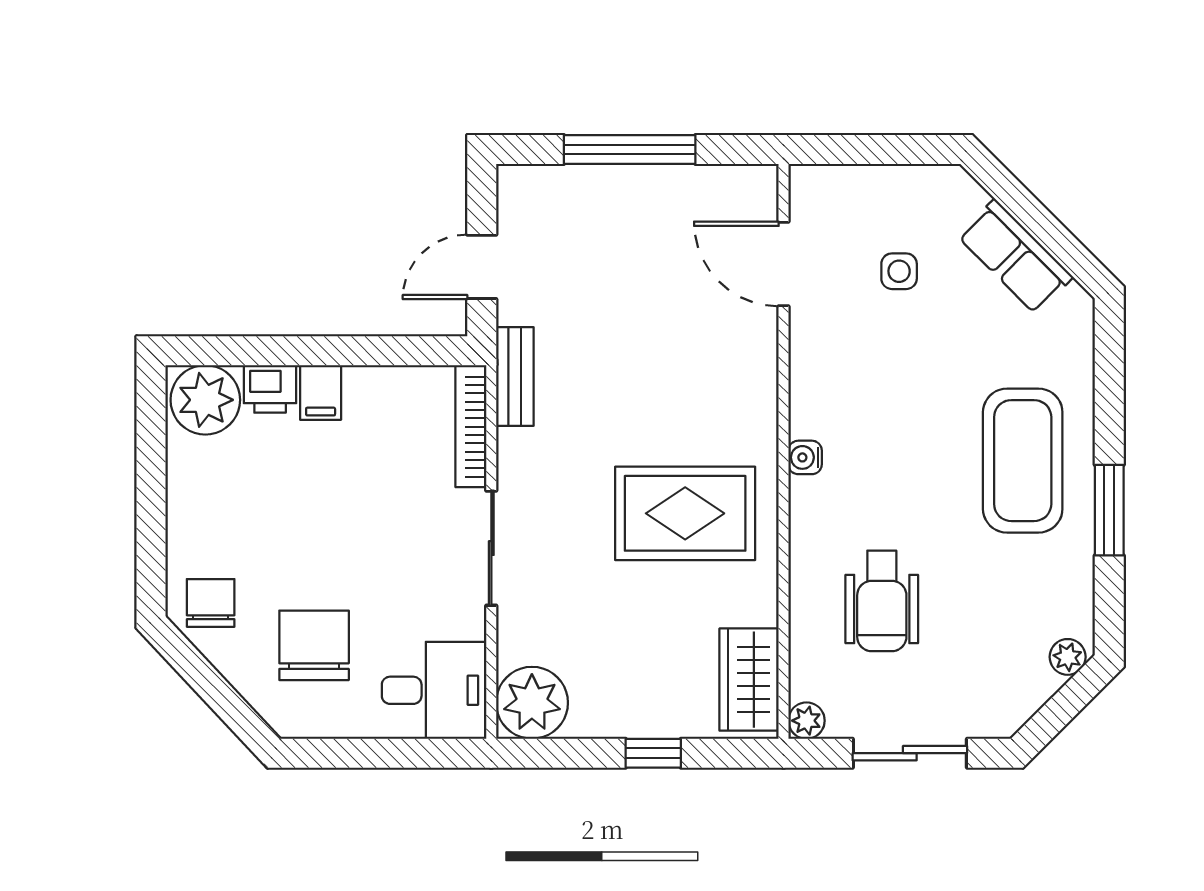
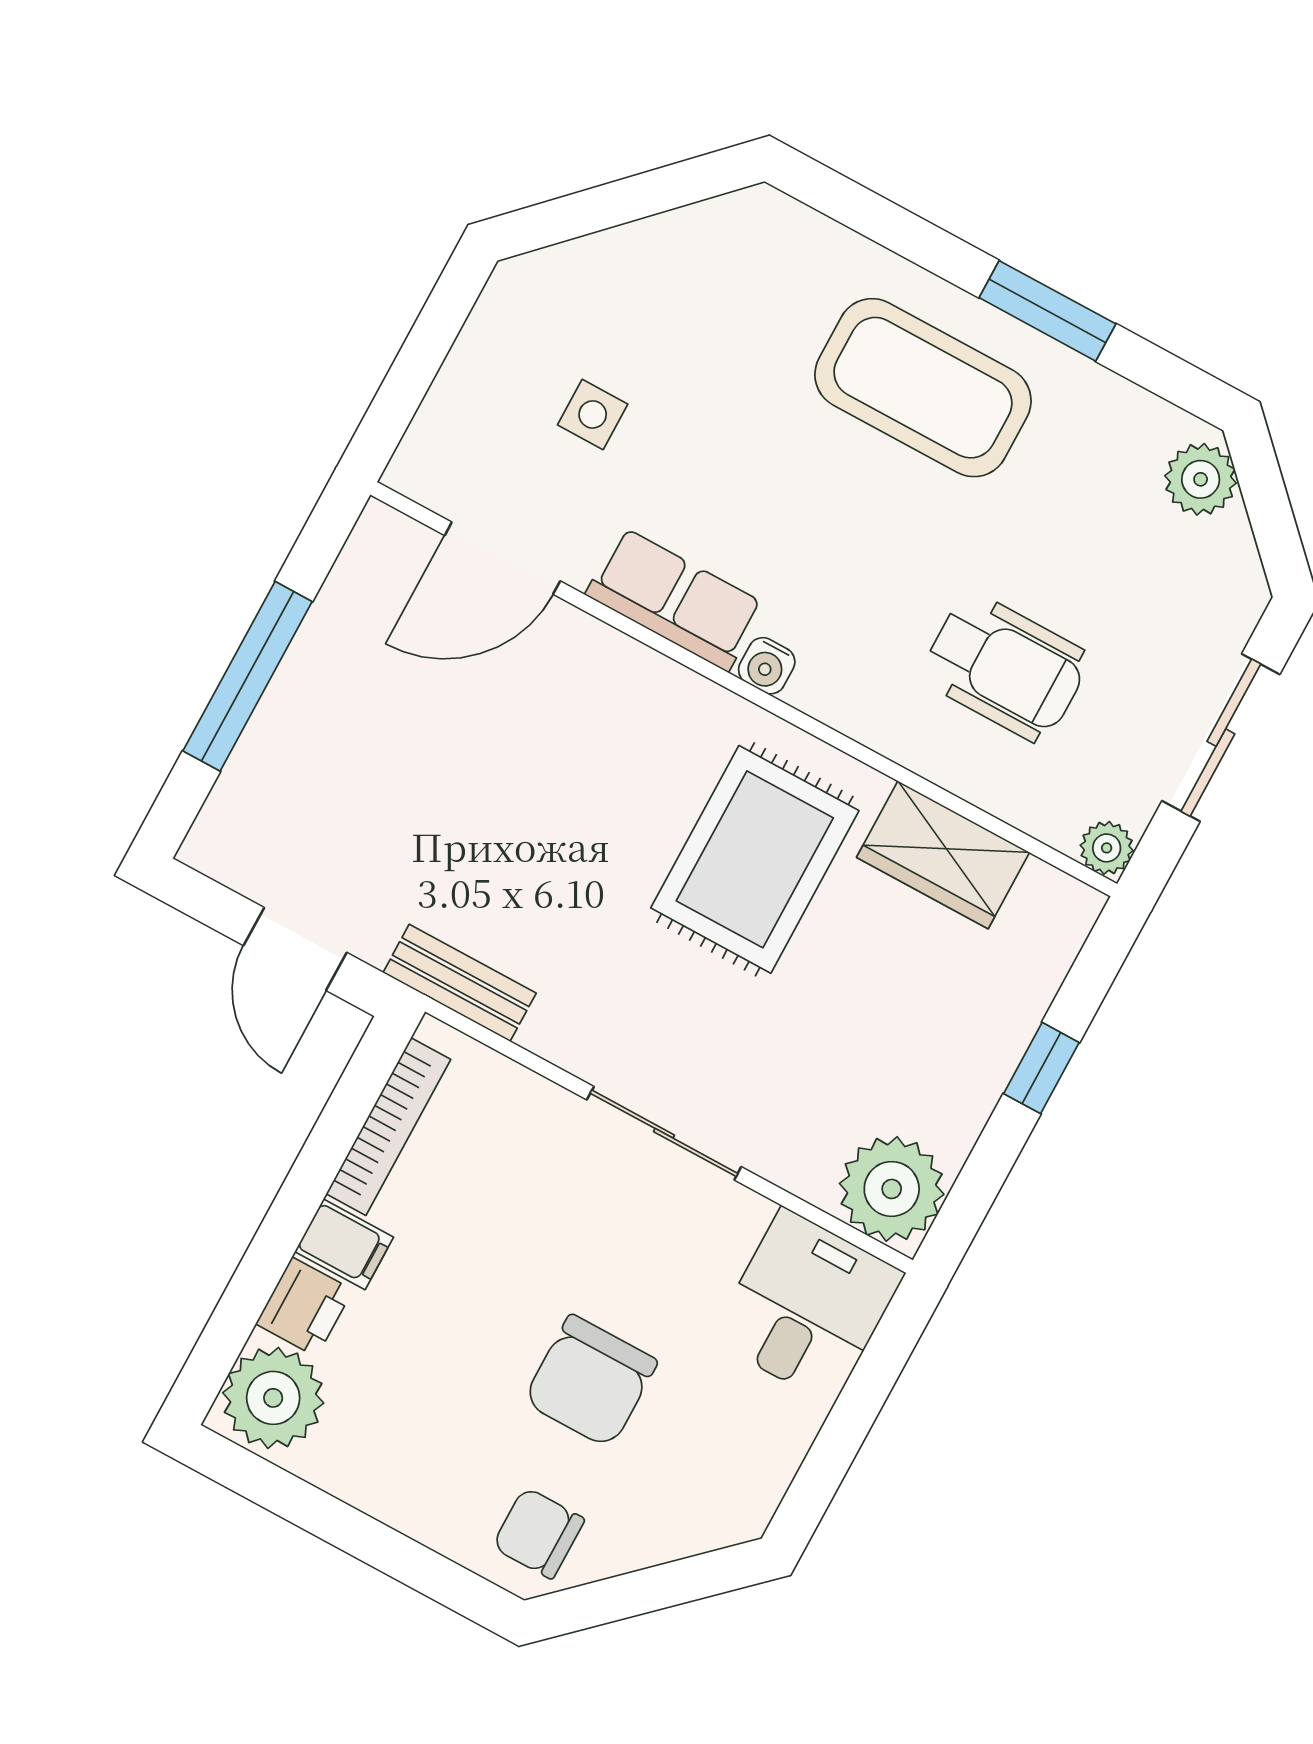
row of seats: (1015, 257) -> (675, 599), moved, turned -135
bookcase: (471, 427) -> (388, 1127), moved, turned -90
chair: (314, 645) -> (590, 1381), moved, turned -90
plant: (1068, 657) -> (1201, 479), width x1.38, depth x1.38
wardrobe: (749, 680) -> (943, 855), moved

